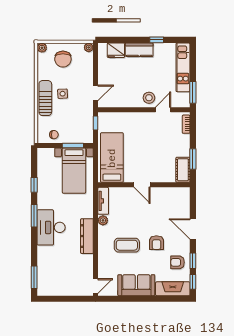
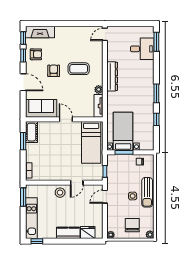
window: (157, 40) -> (37, 241), moved
door: (163, 110) -> (77, 183), moved
desk: (51, 227) -> (142, 49), moved, width x0.73
sofa: (136, 285) -> (41, 108), moved, turned 180

